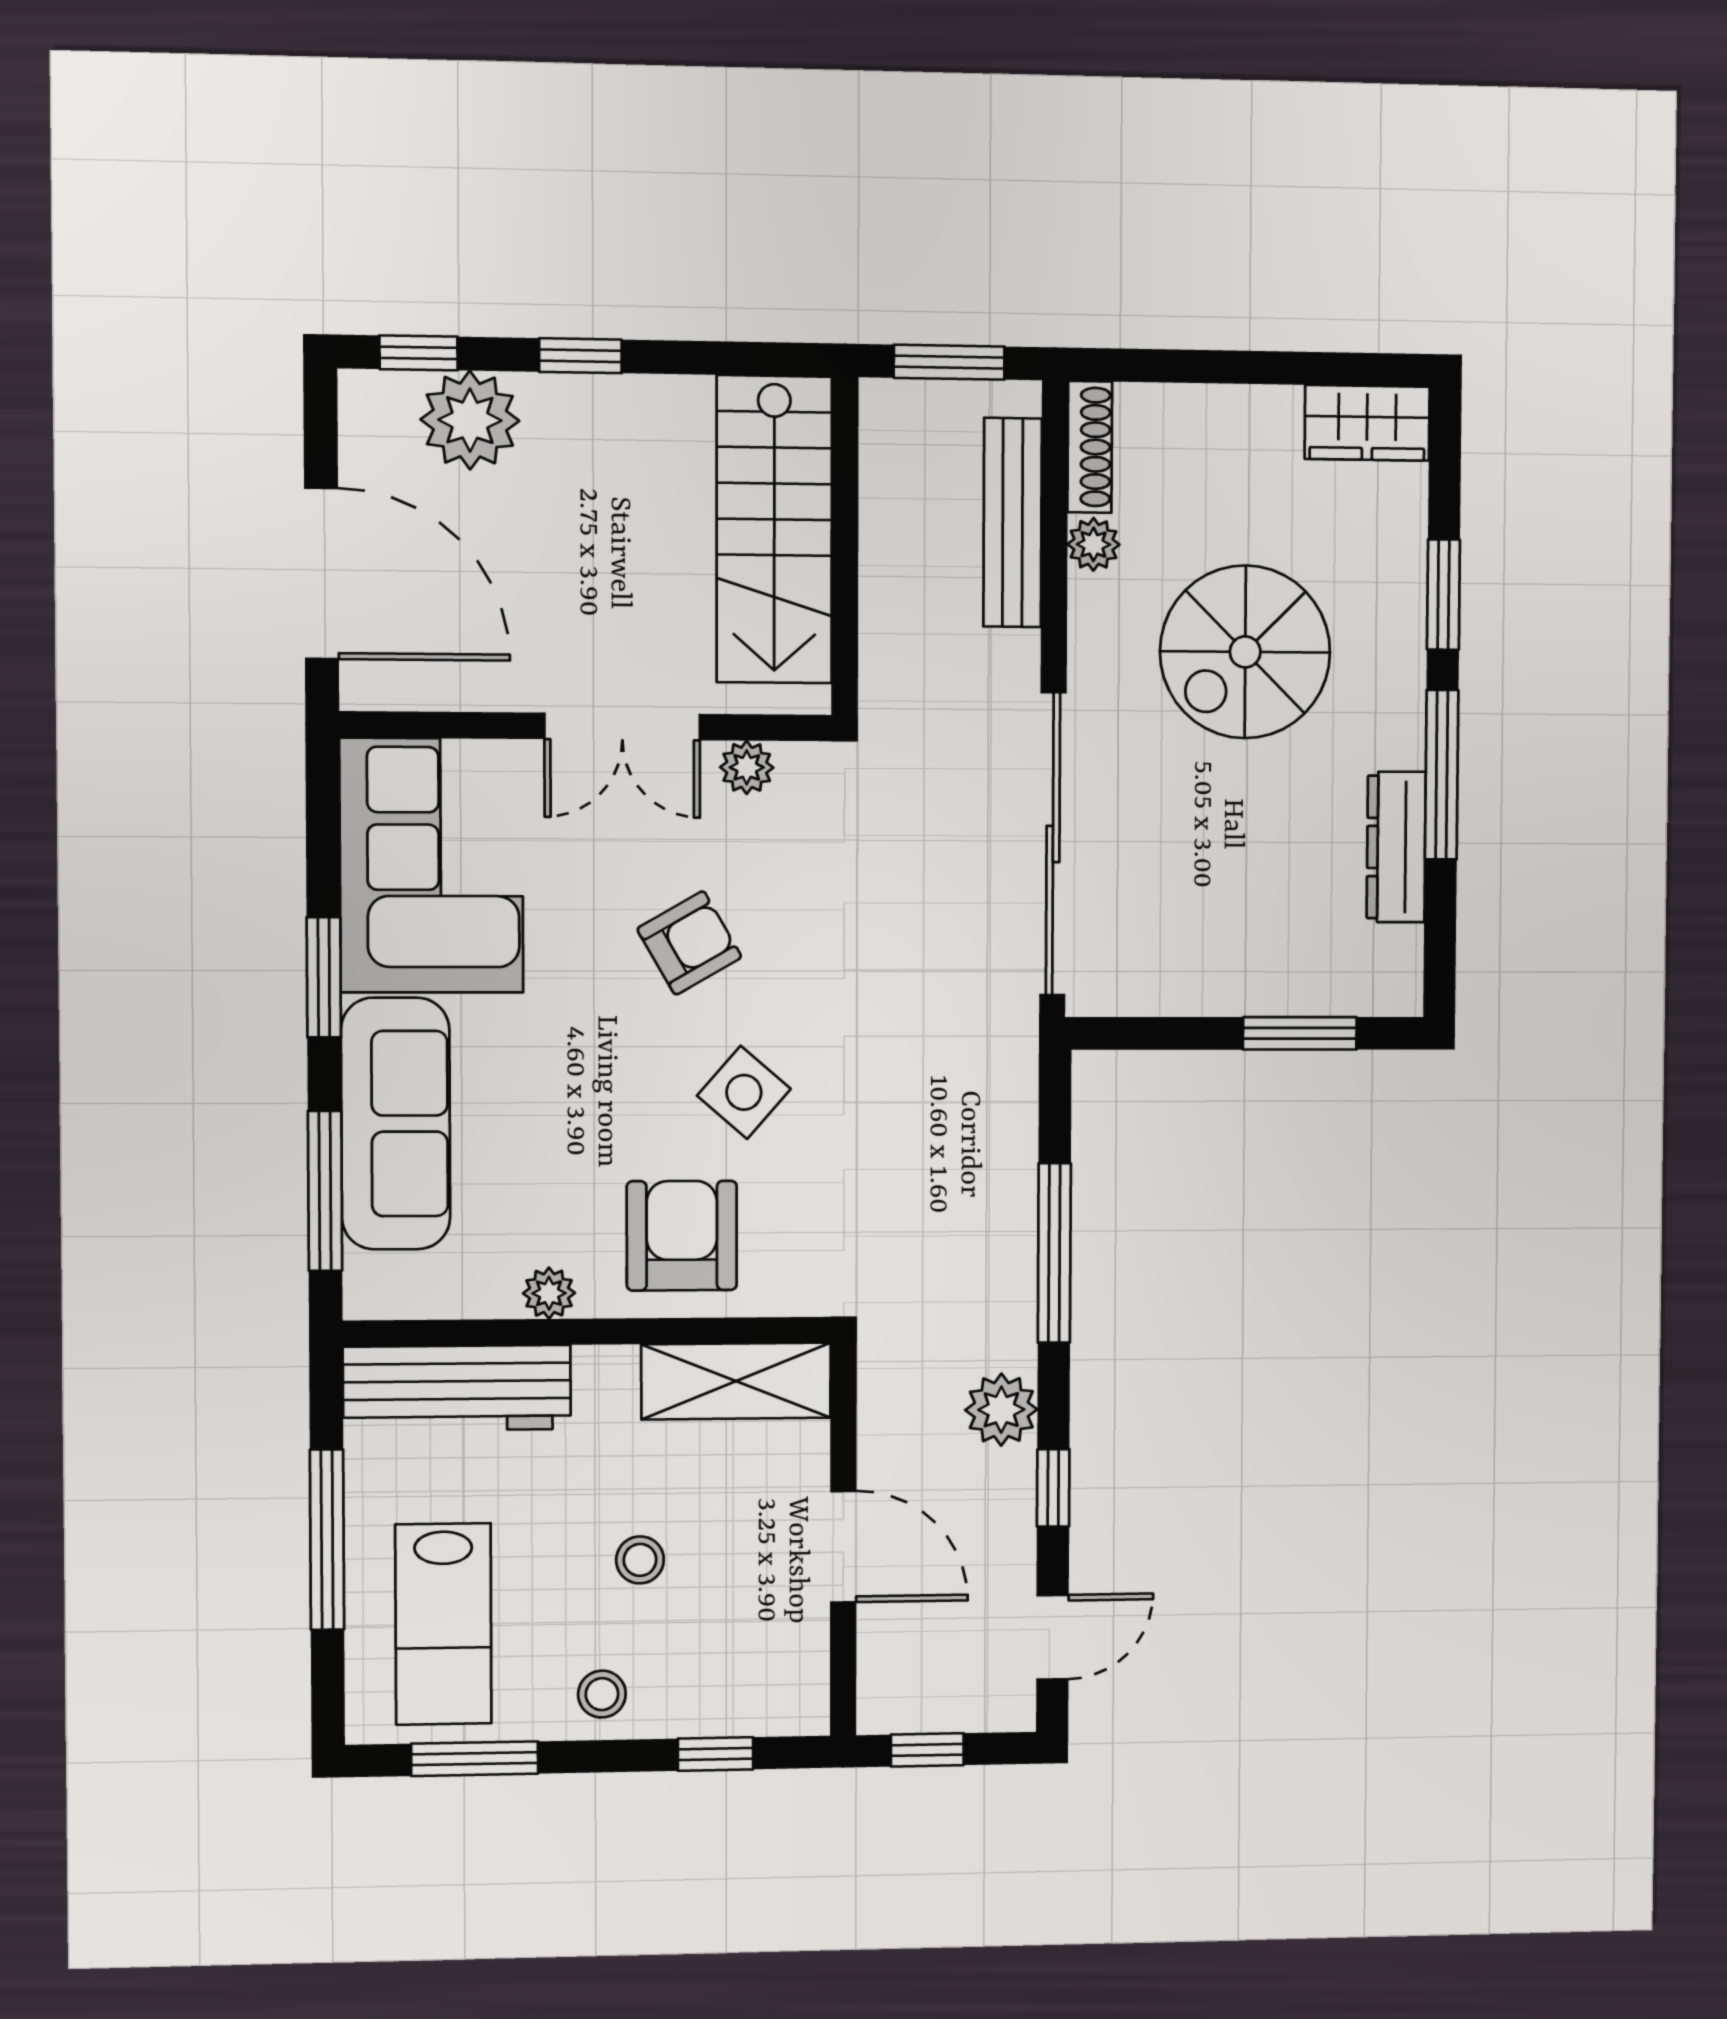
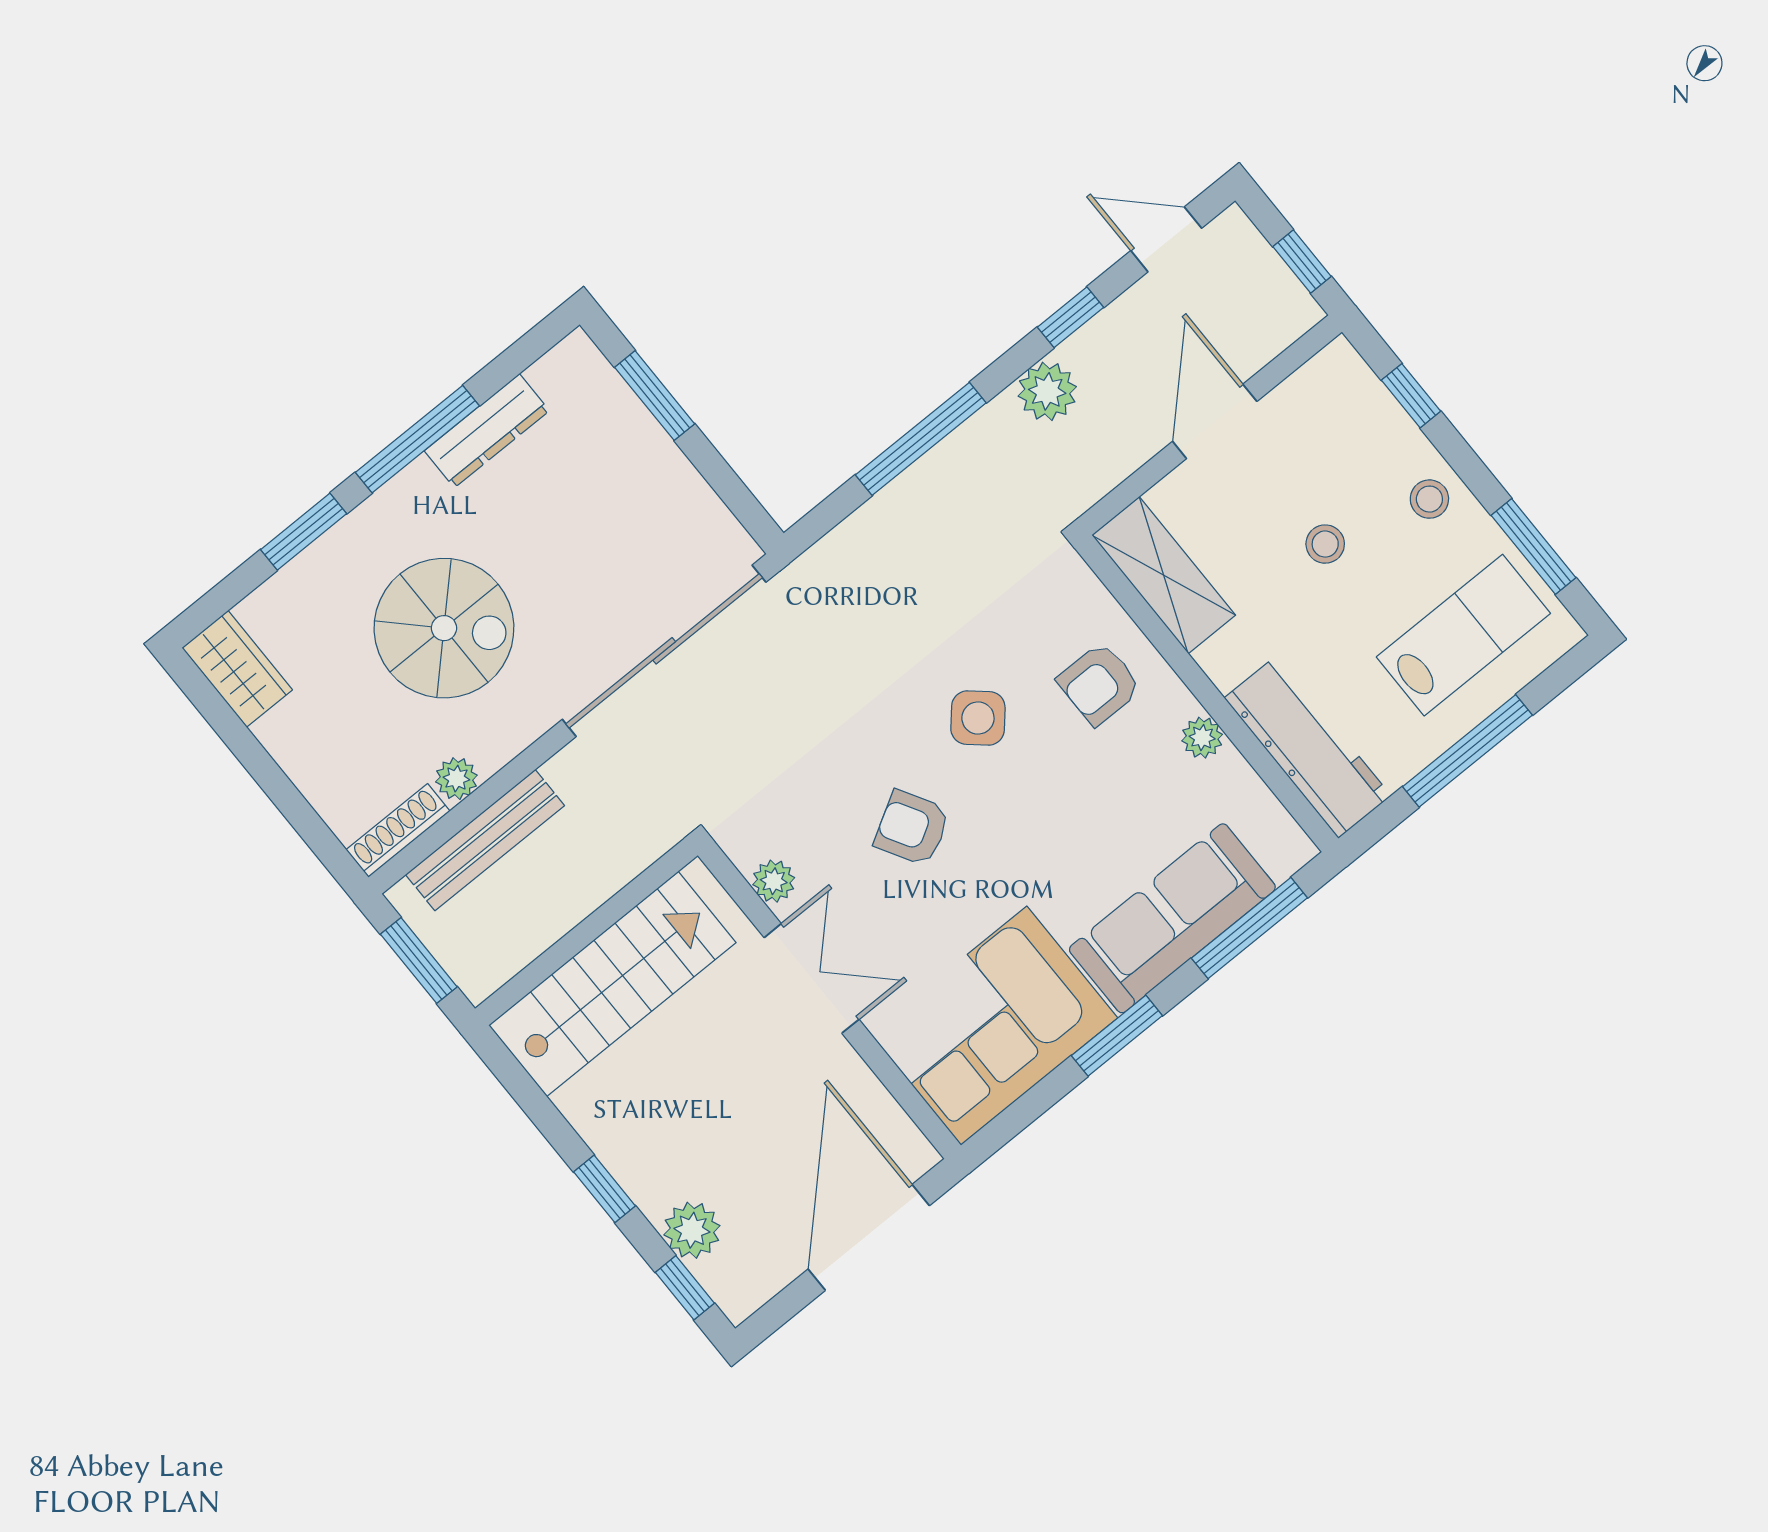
plant: (470, 420) -> (692, 1230), width x0.73, depth x0.73
armchair: (682, 1236) -> (1099, 684), width x0.72, depth x0.72

